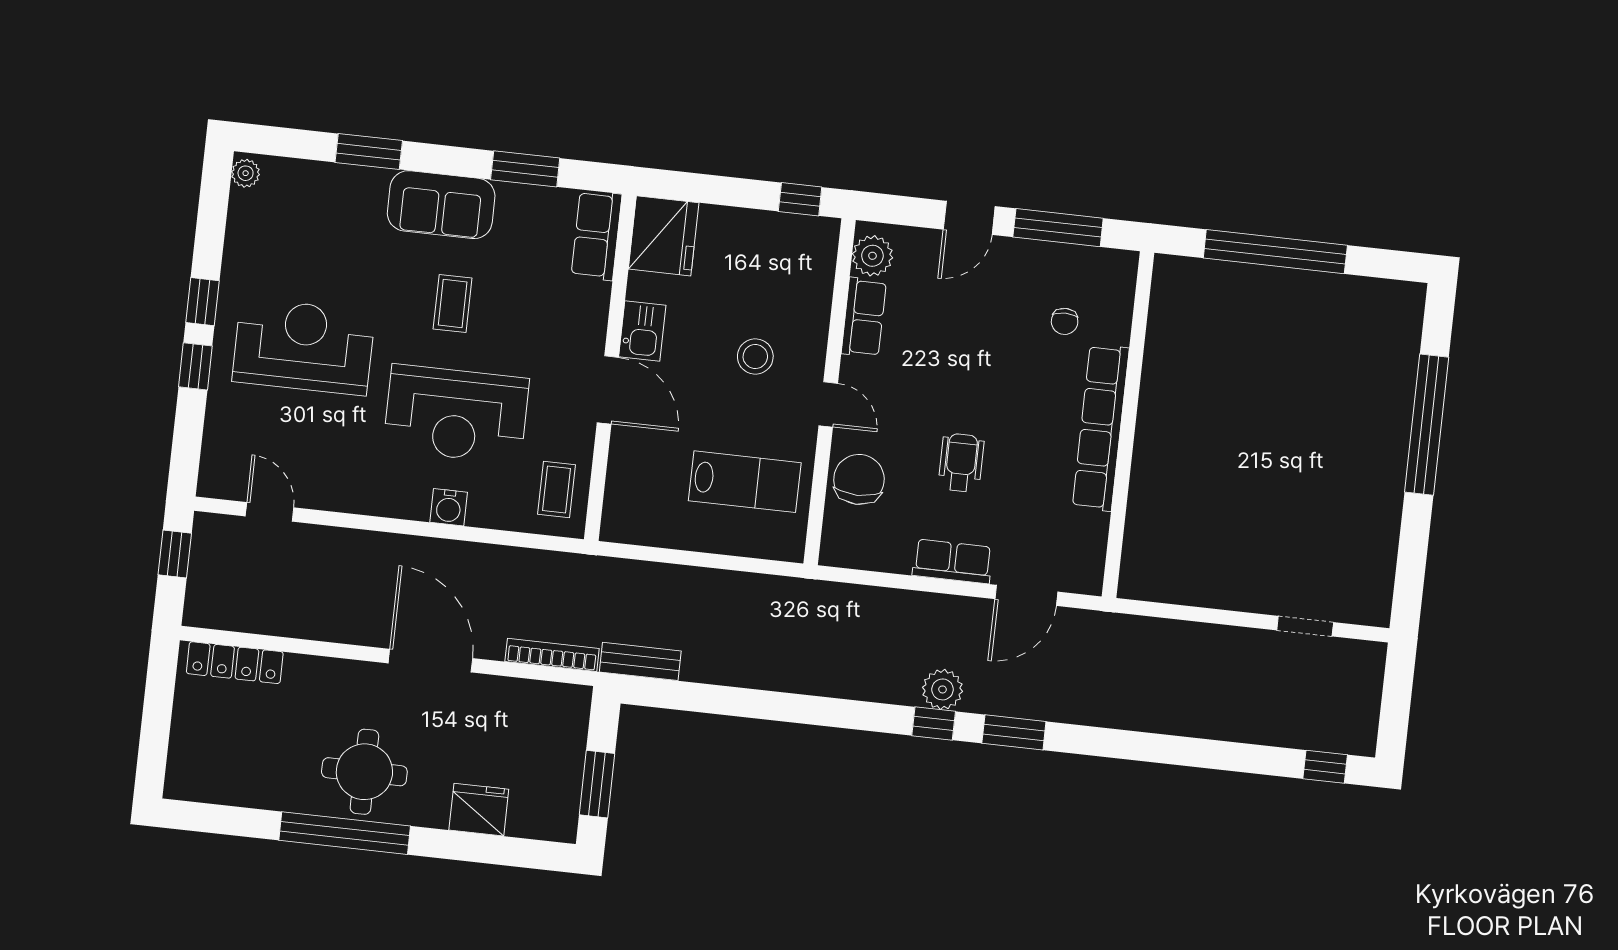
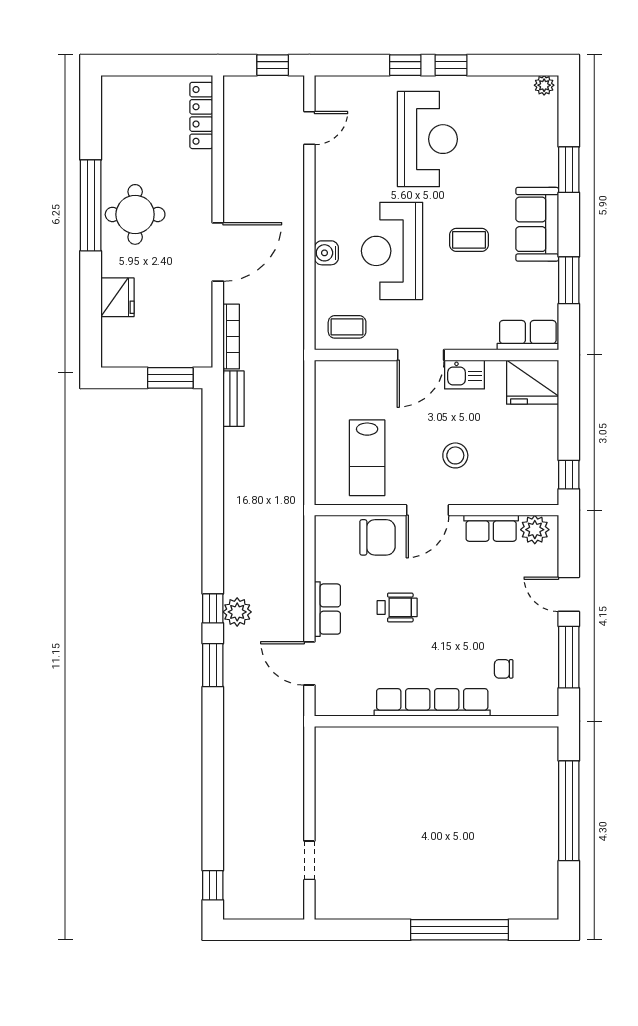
door: (828, 404) -> (428, 510), width x1.38
window: (597, 784) -> (170, 378), moved

